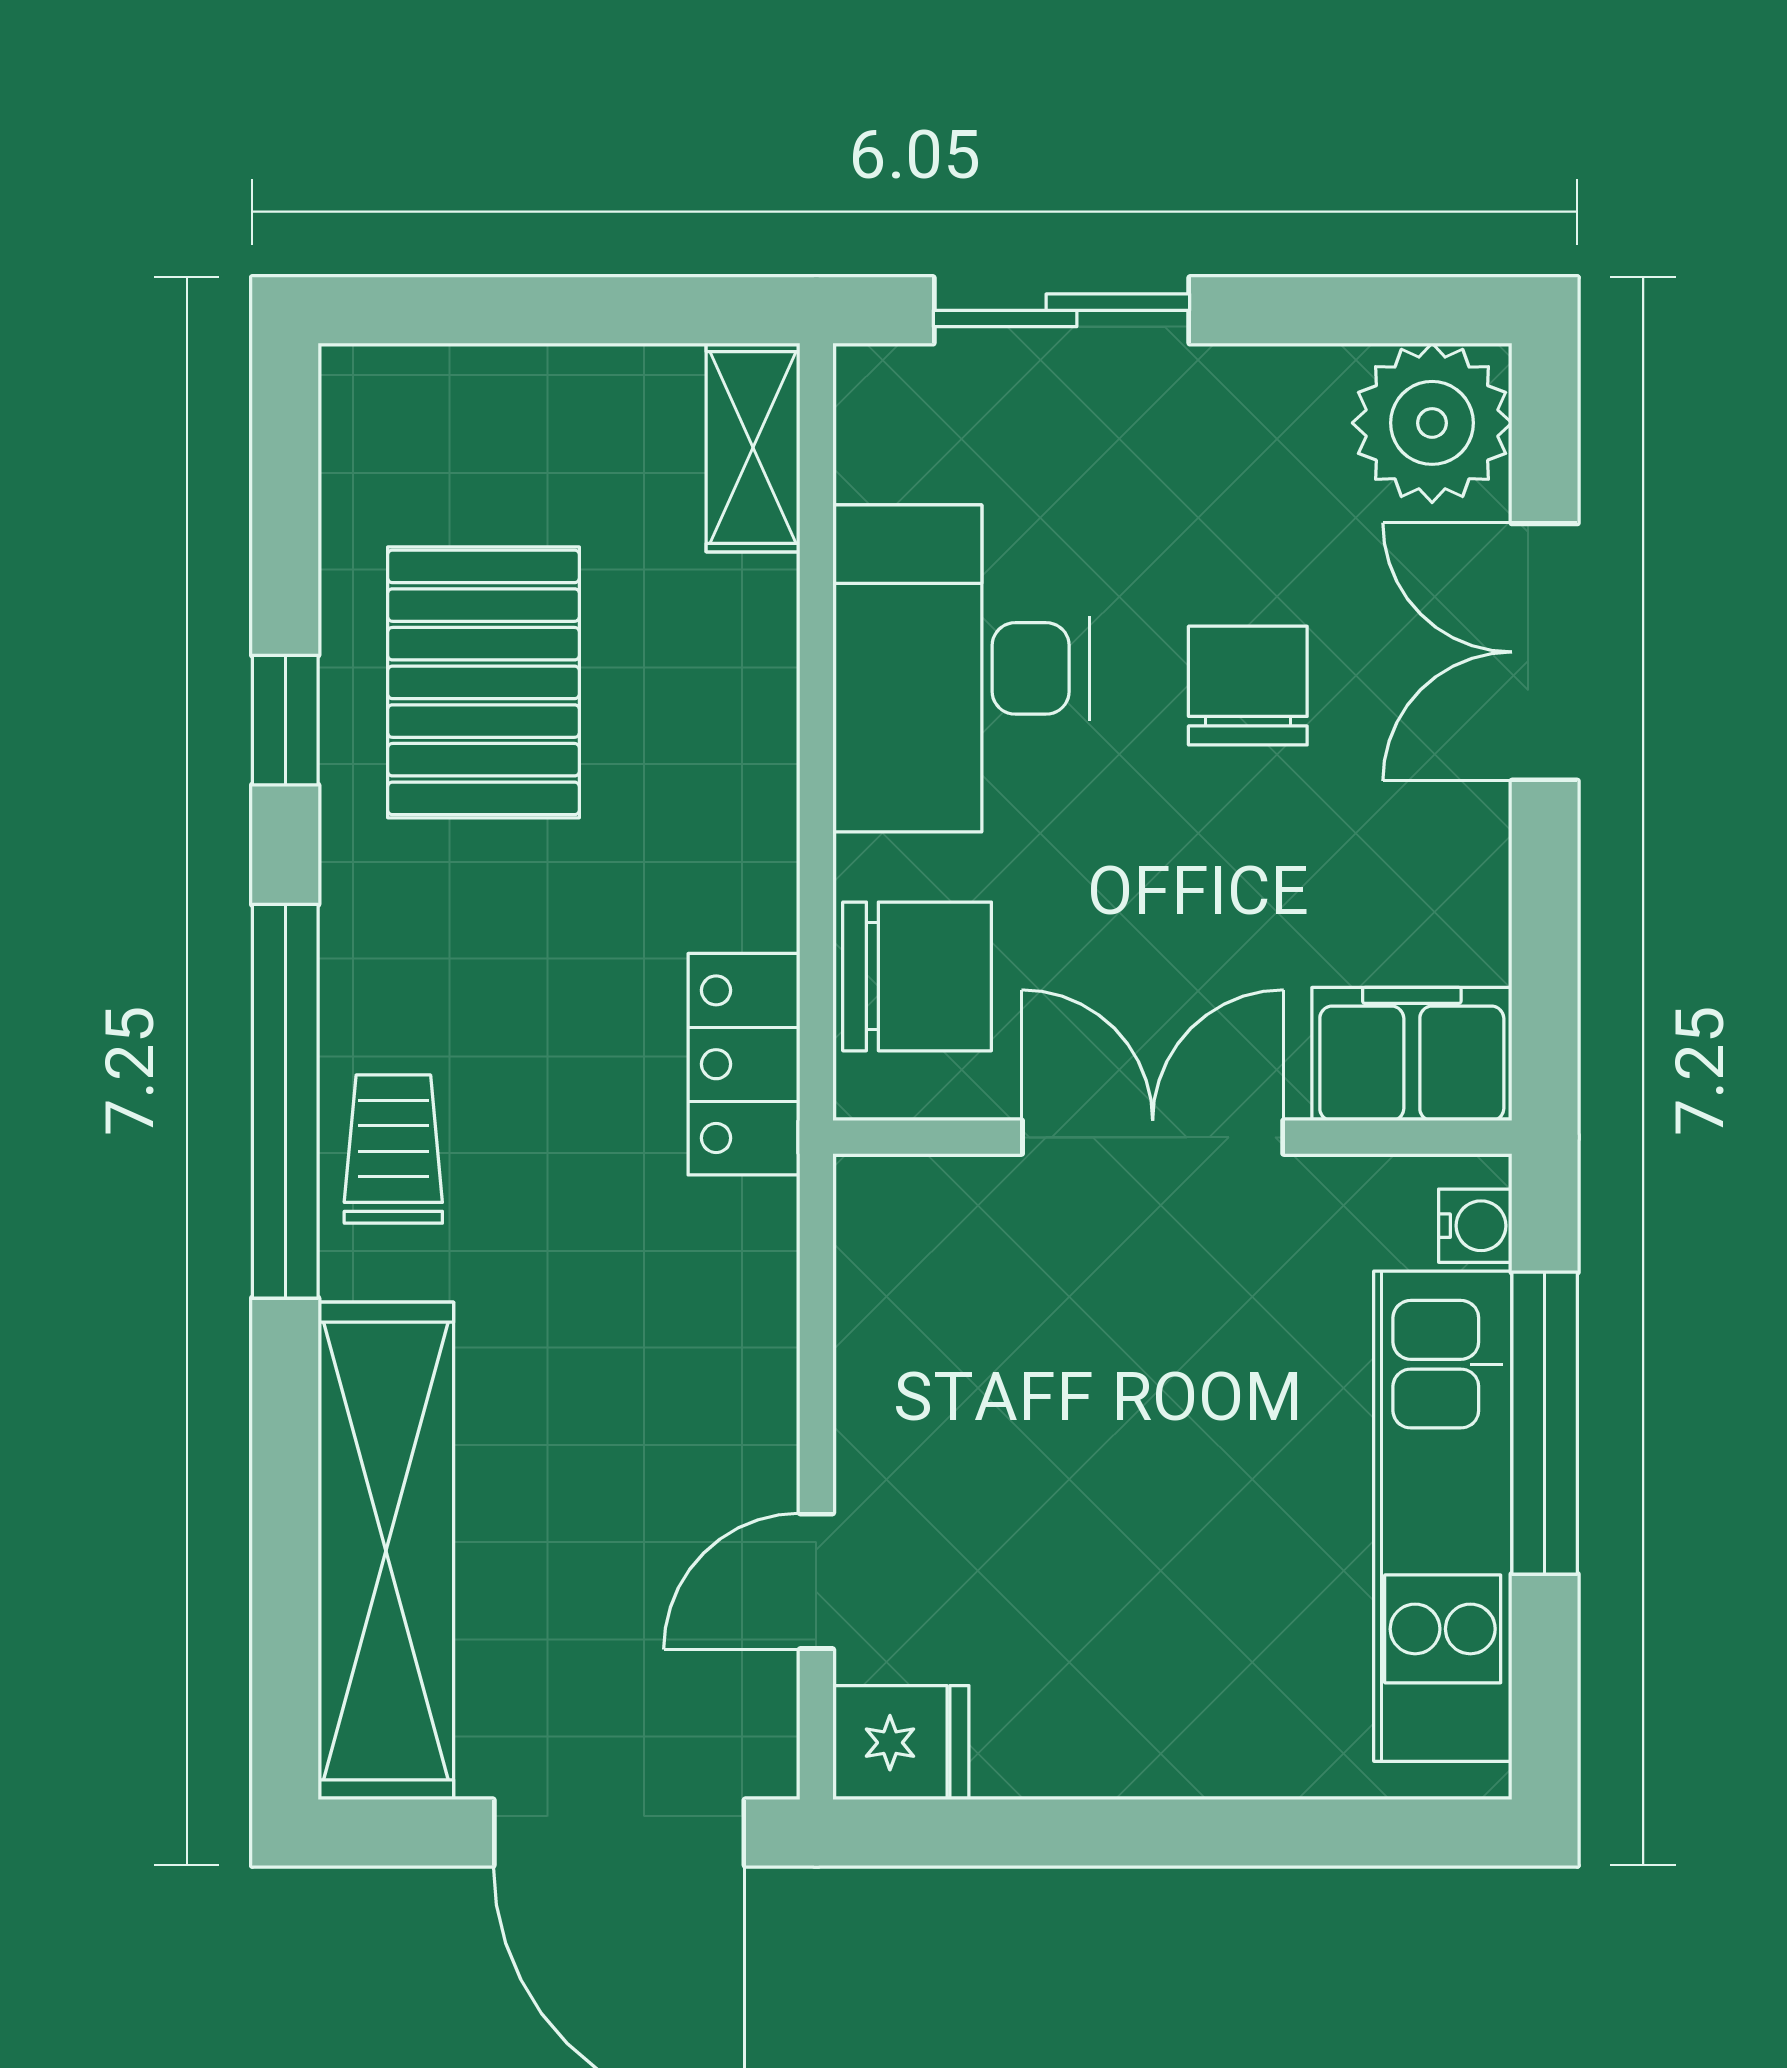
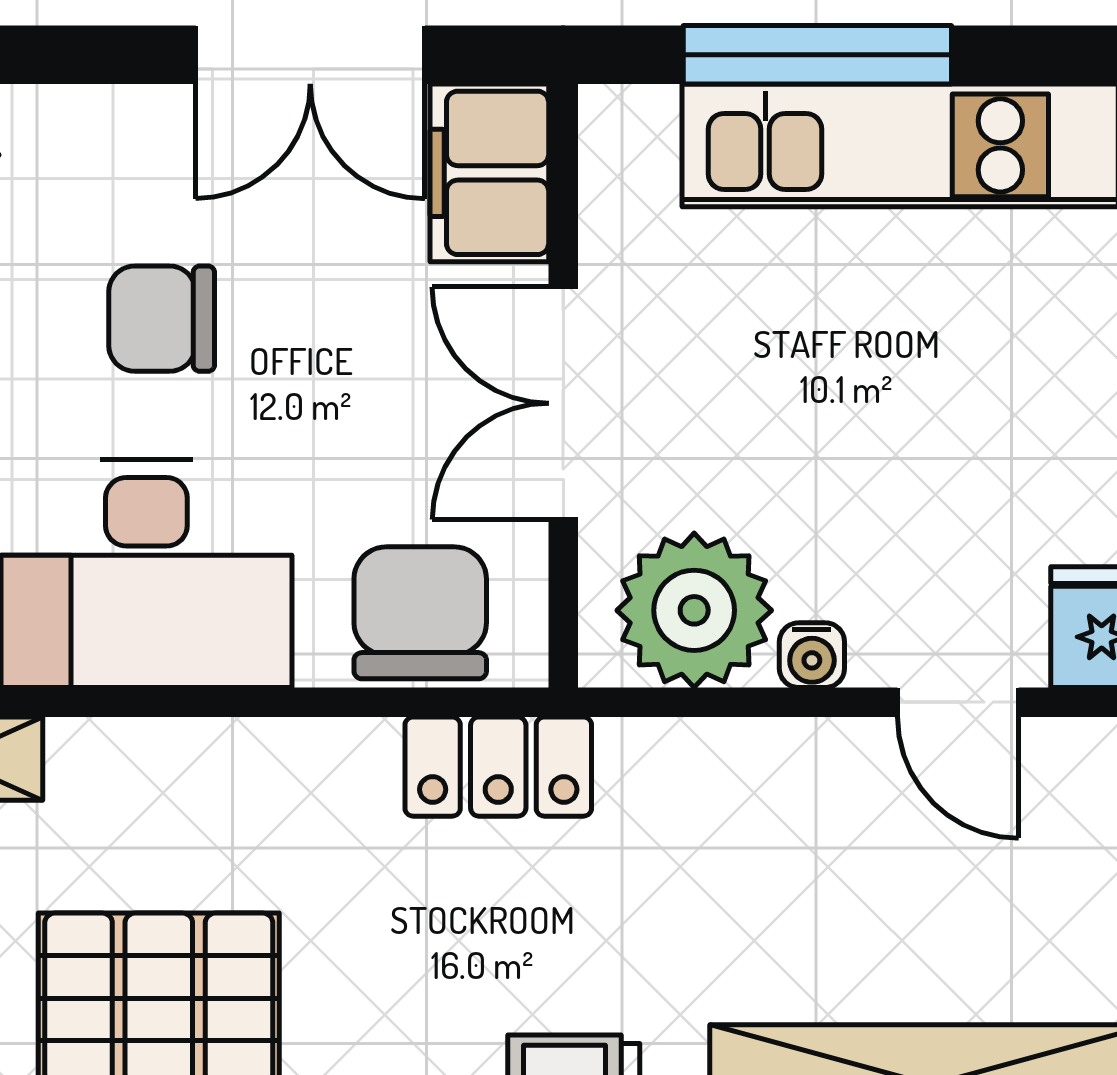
double door: (1545, 652) -> (310, 55), moved
water cooler: (1475, 1226) -> (812, 655), moved, turned 180
plant: (920, 1285) -> (694, 610), added

